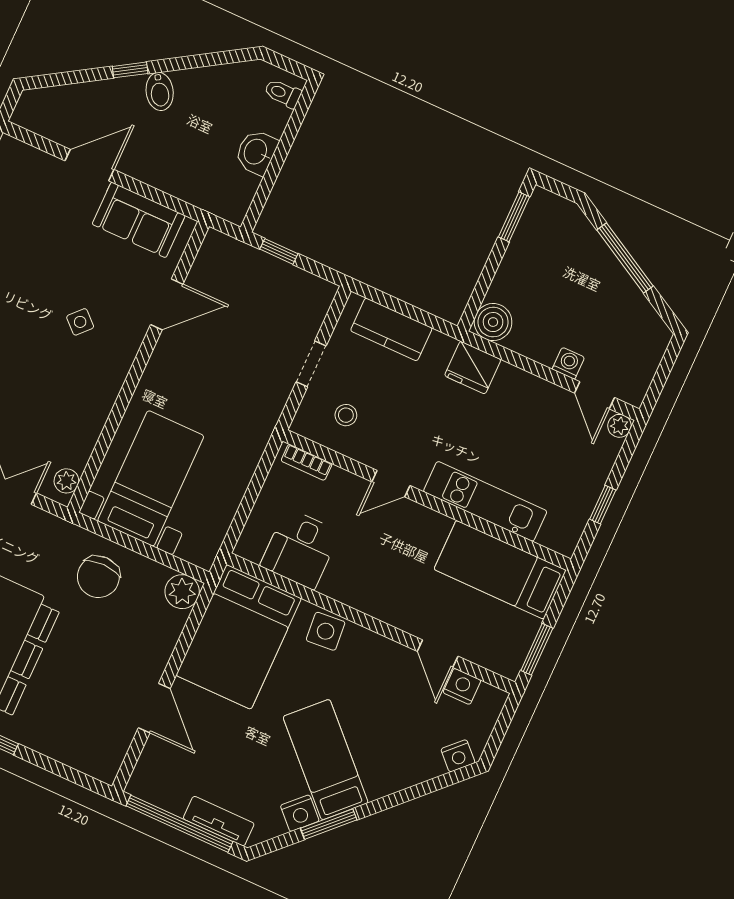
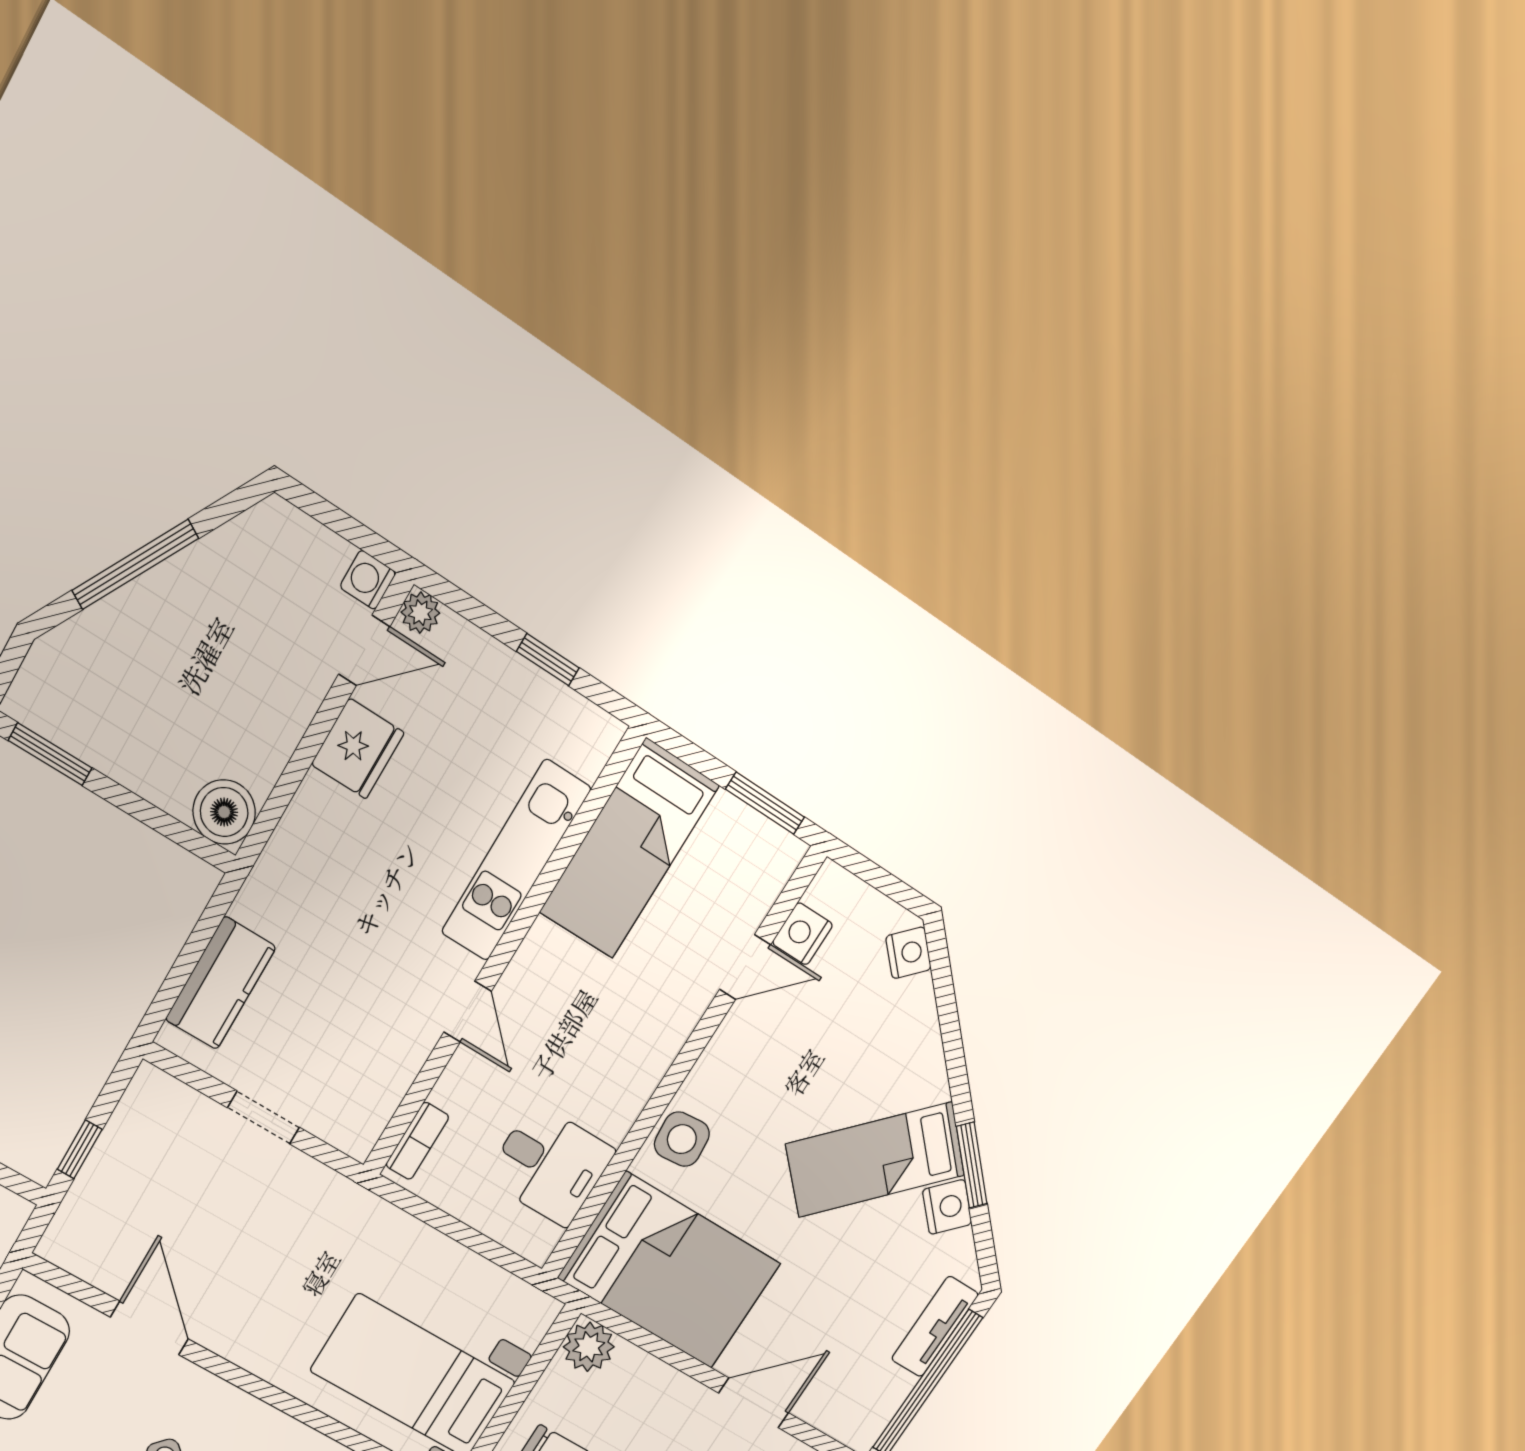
washing machine: (568, 363) -> (368, 580), moved
fridge: (473, 368) -> (358, 749), moved
stool: (346, 415) -> (350, 1071), removed

